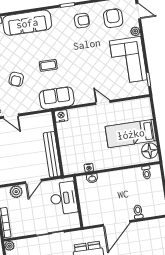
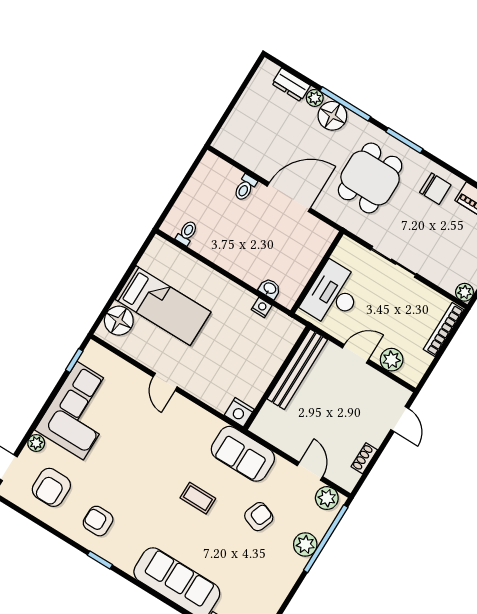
sofa: (57, 98) -> (243, 454), moved
floor lamp: (150, 151) -> (119, 321), moved

